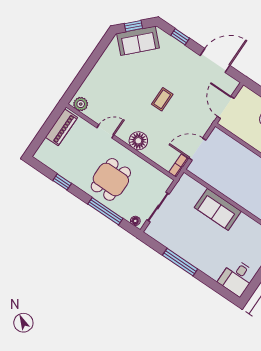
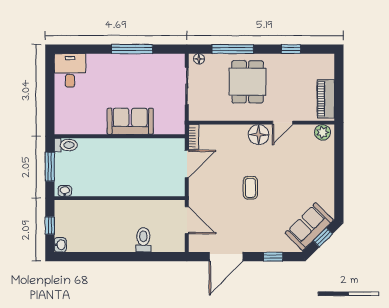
floor lamp: (138, 141) -> (259, 135), moved

